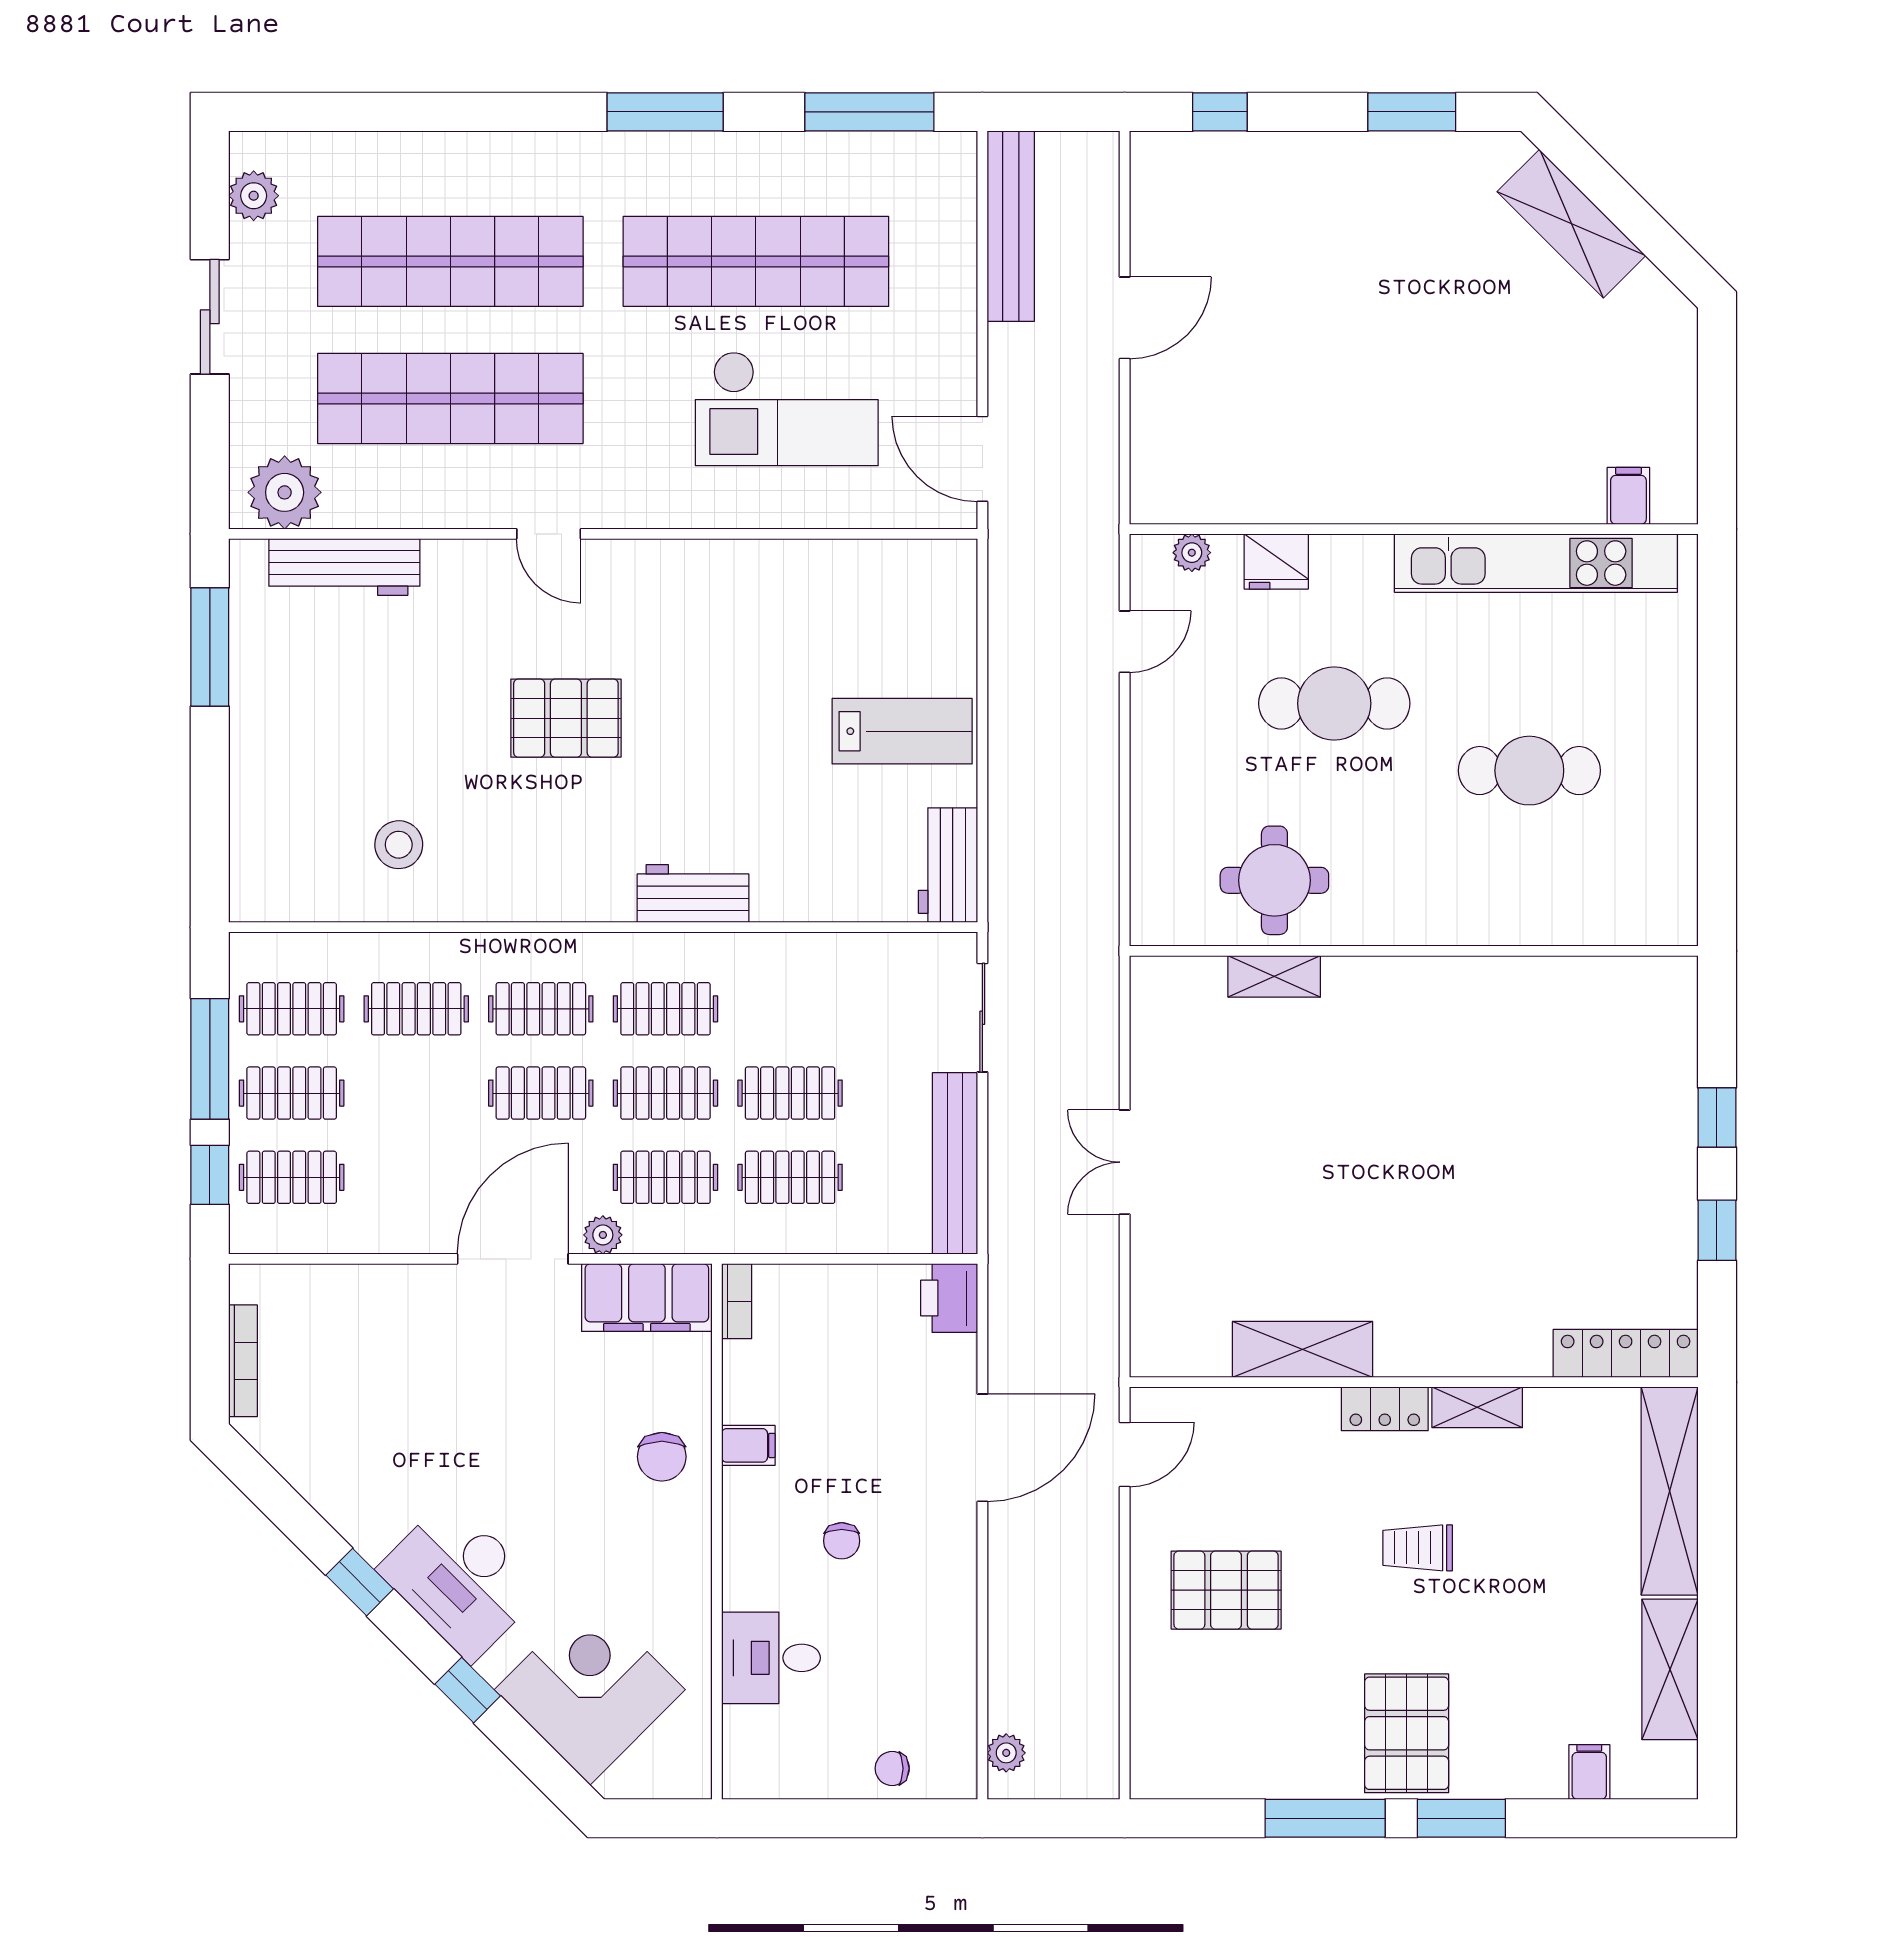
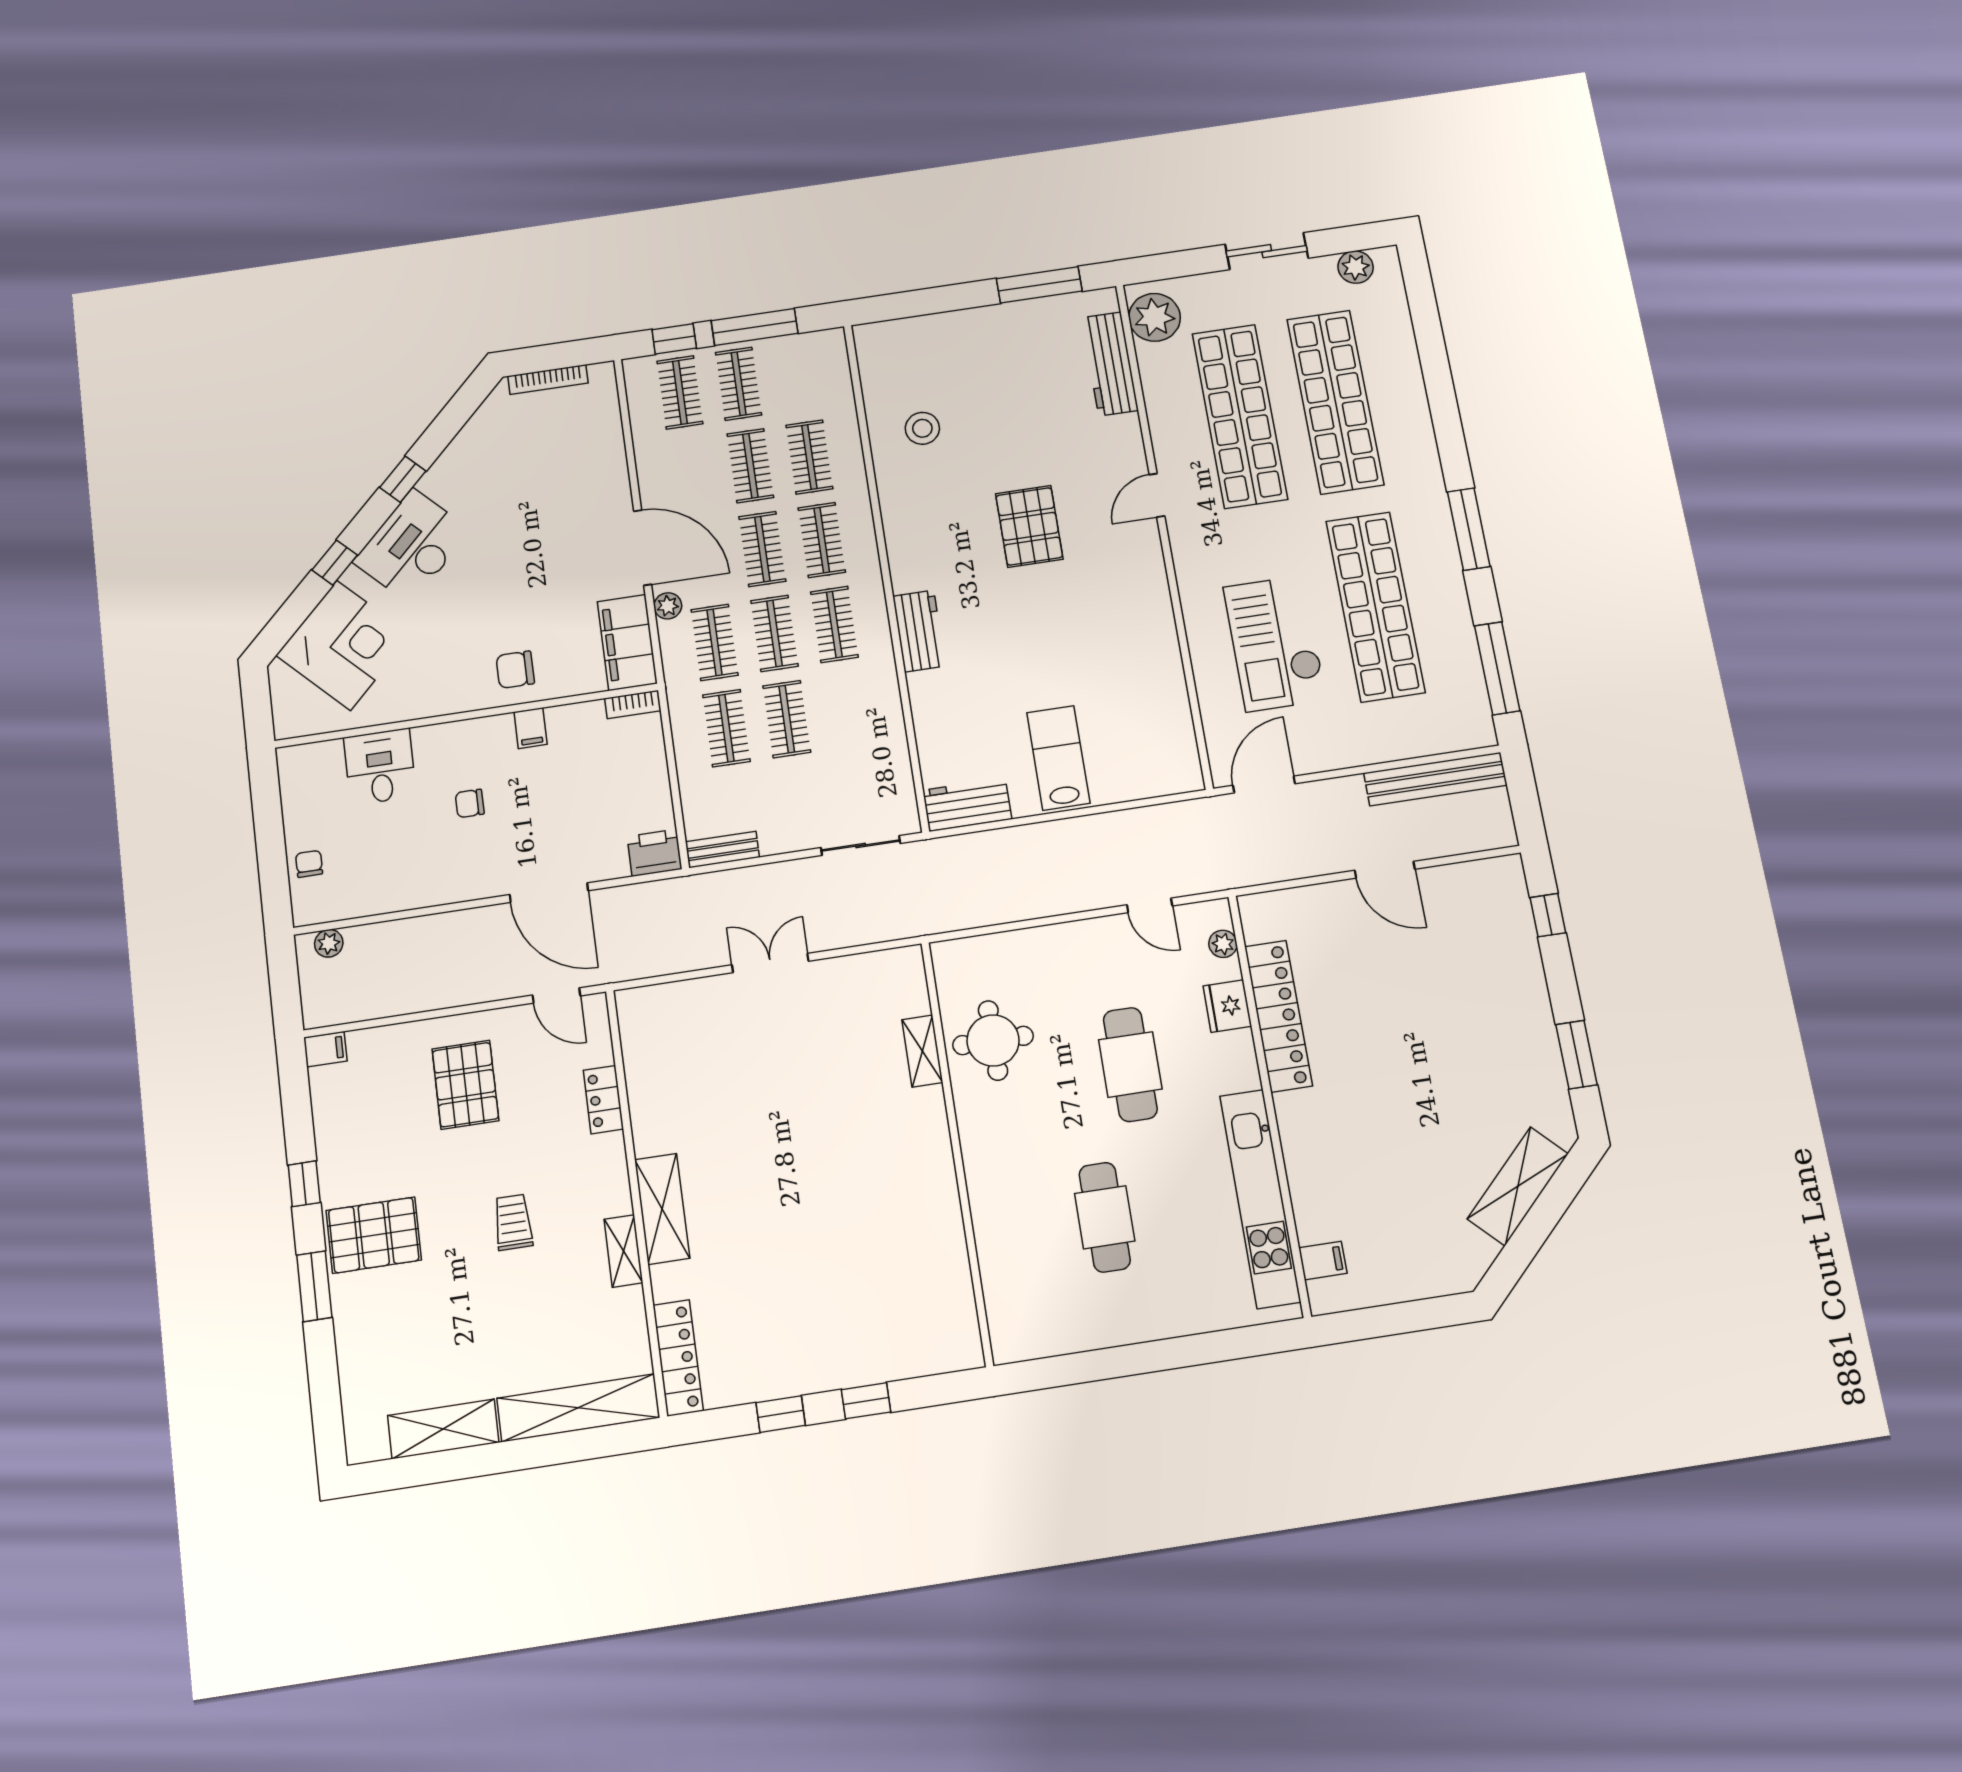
locker: (1300, 496) -> (1278, 1016), added
lab bench: (902, 731) -> (1058, 758), turned 180
clothes rail: (292, 1009) -> (750, 466), moved
bench: (955, 1163) -> (722, 850), width x0.54, depth x0.82
shelving: (1303, 1349) -> (662, 1209), moved
locker: (1385, 1409) -> (603, 1100), moved
filing cabinet: (1589, 1772) -> (325, 1049), moved
window: (1325, 1818) -> (304, 1184), width x0.46

